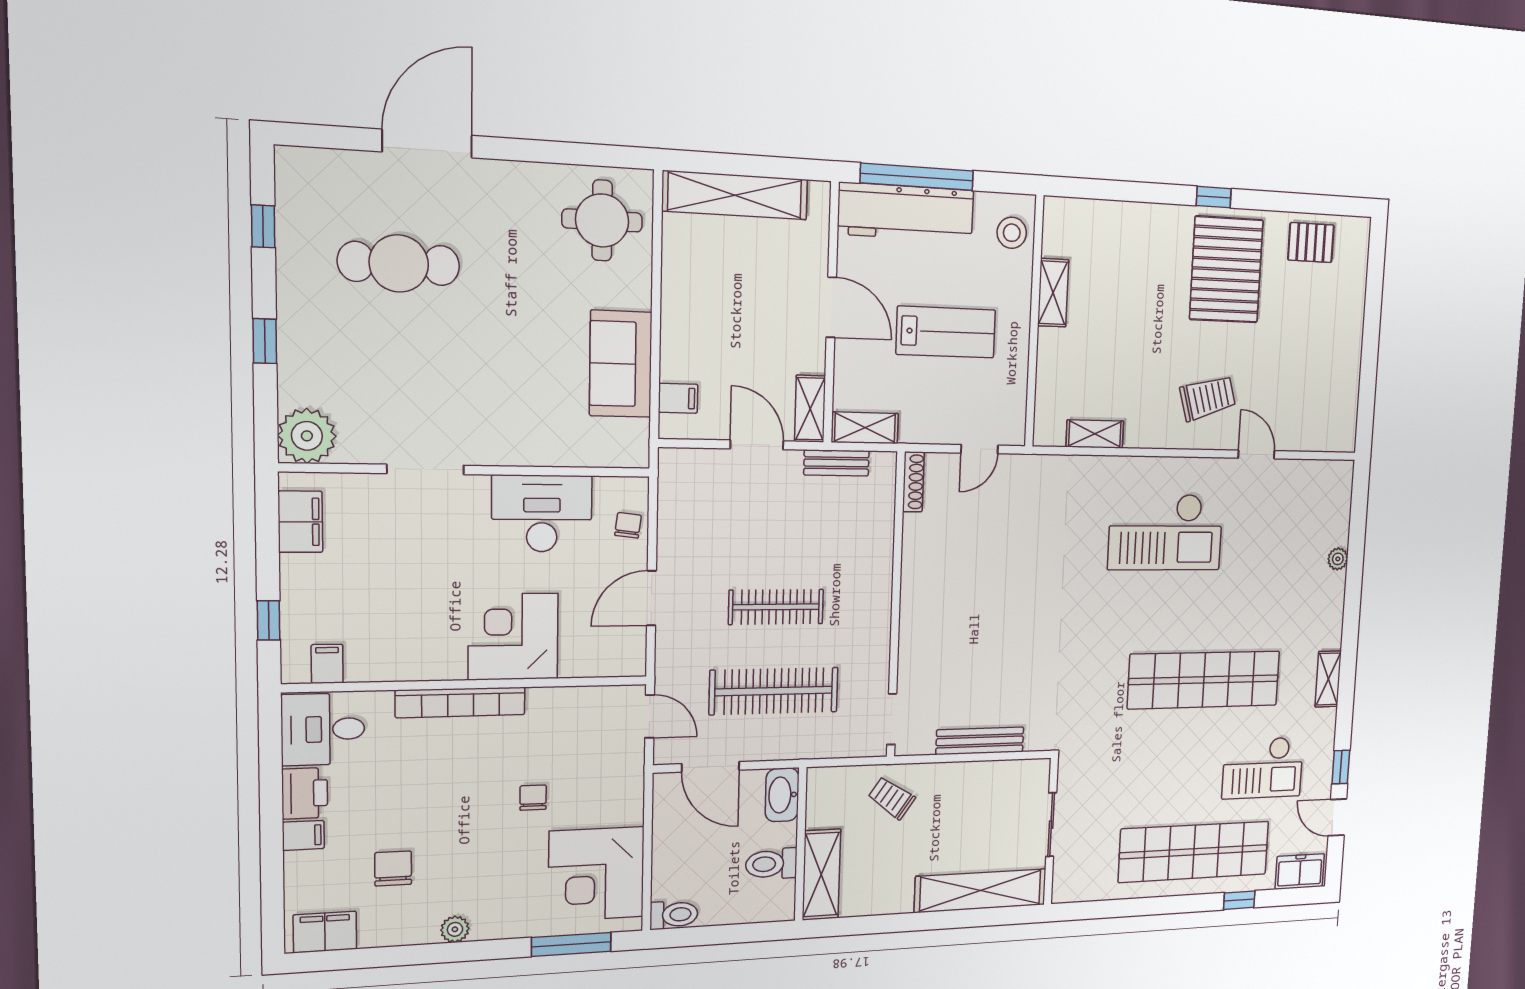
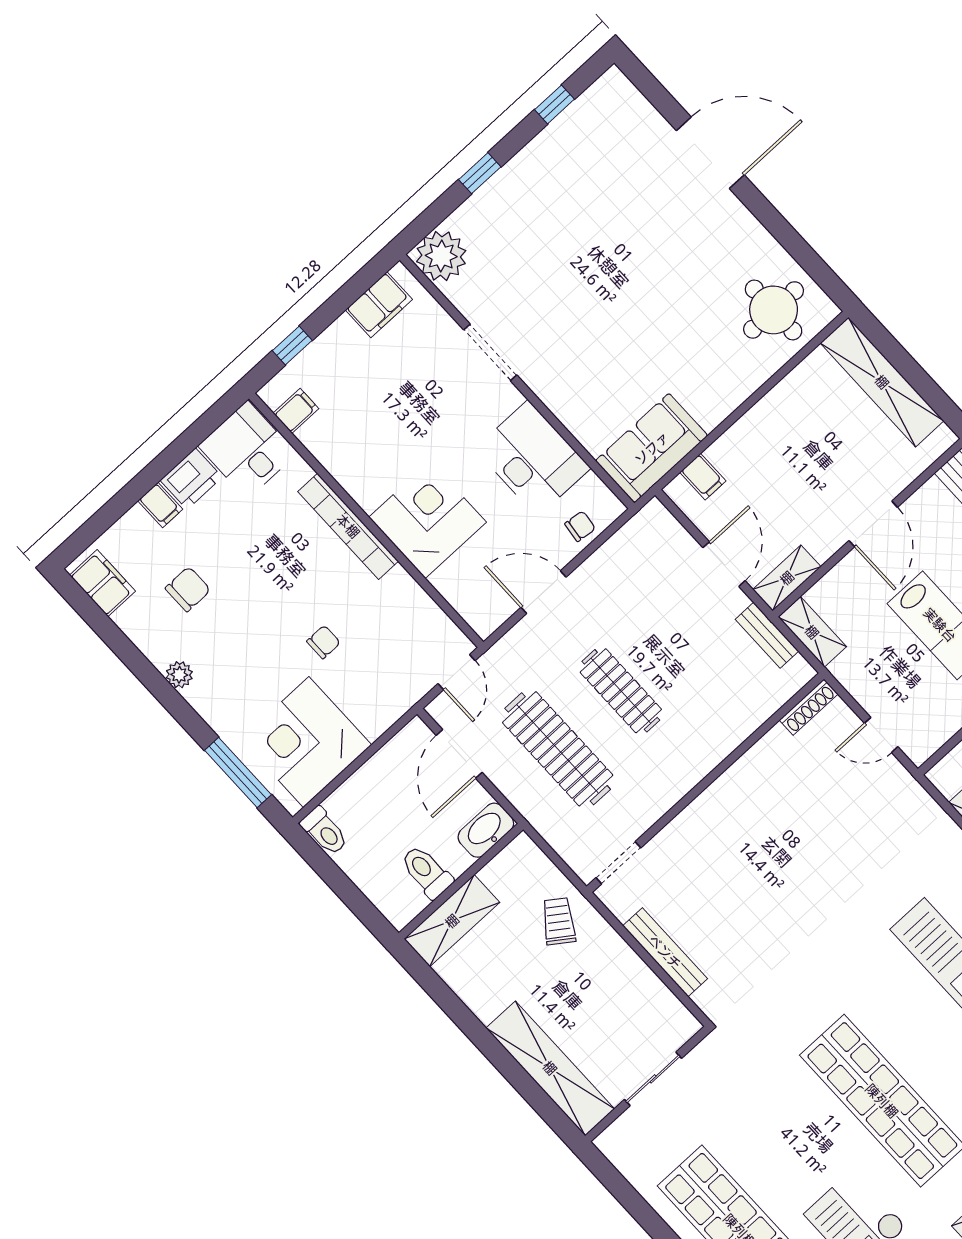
cafe table: (399, 263) -> (613, 208), removed
sofa: (621, 364) -> (652, 448), moved

